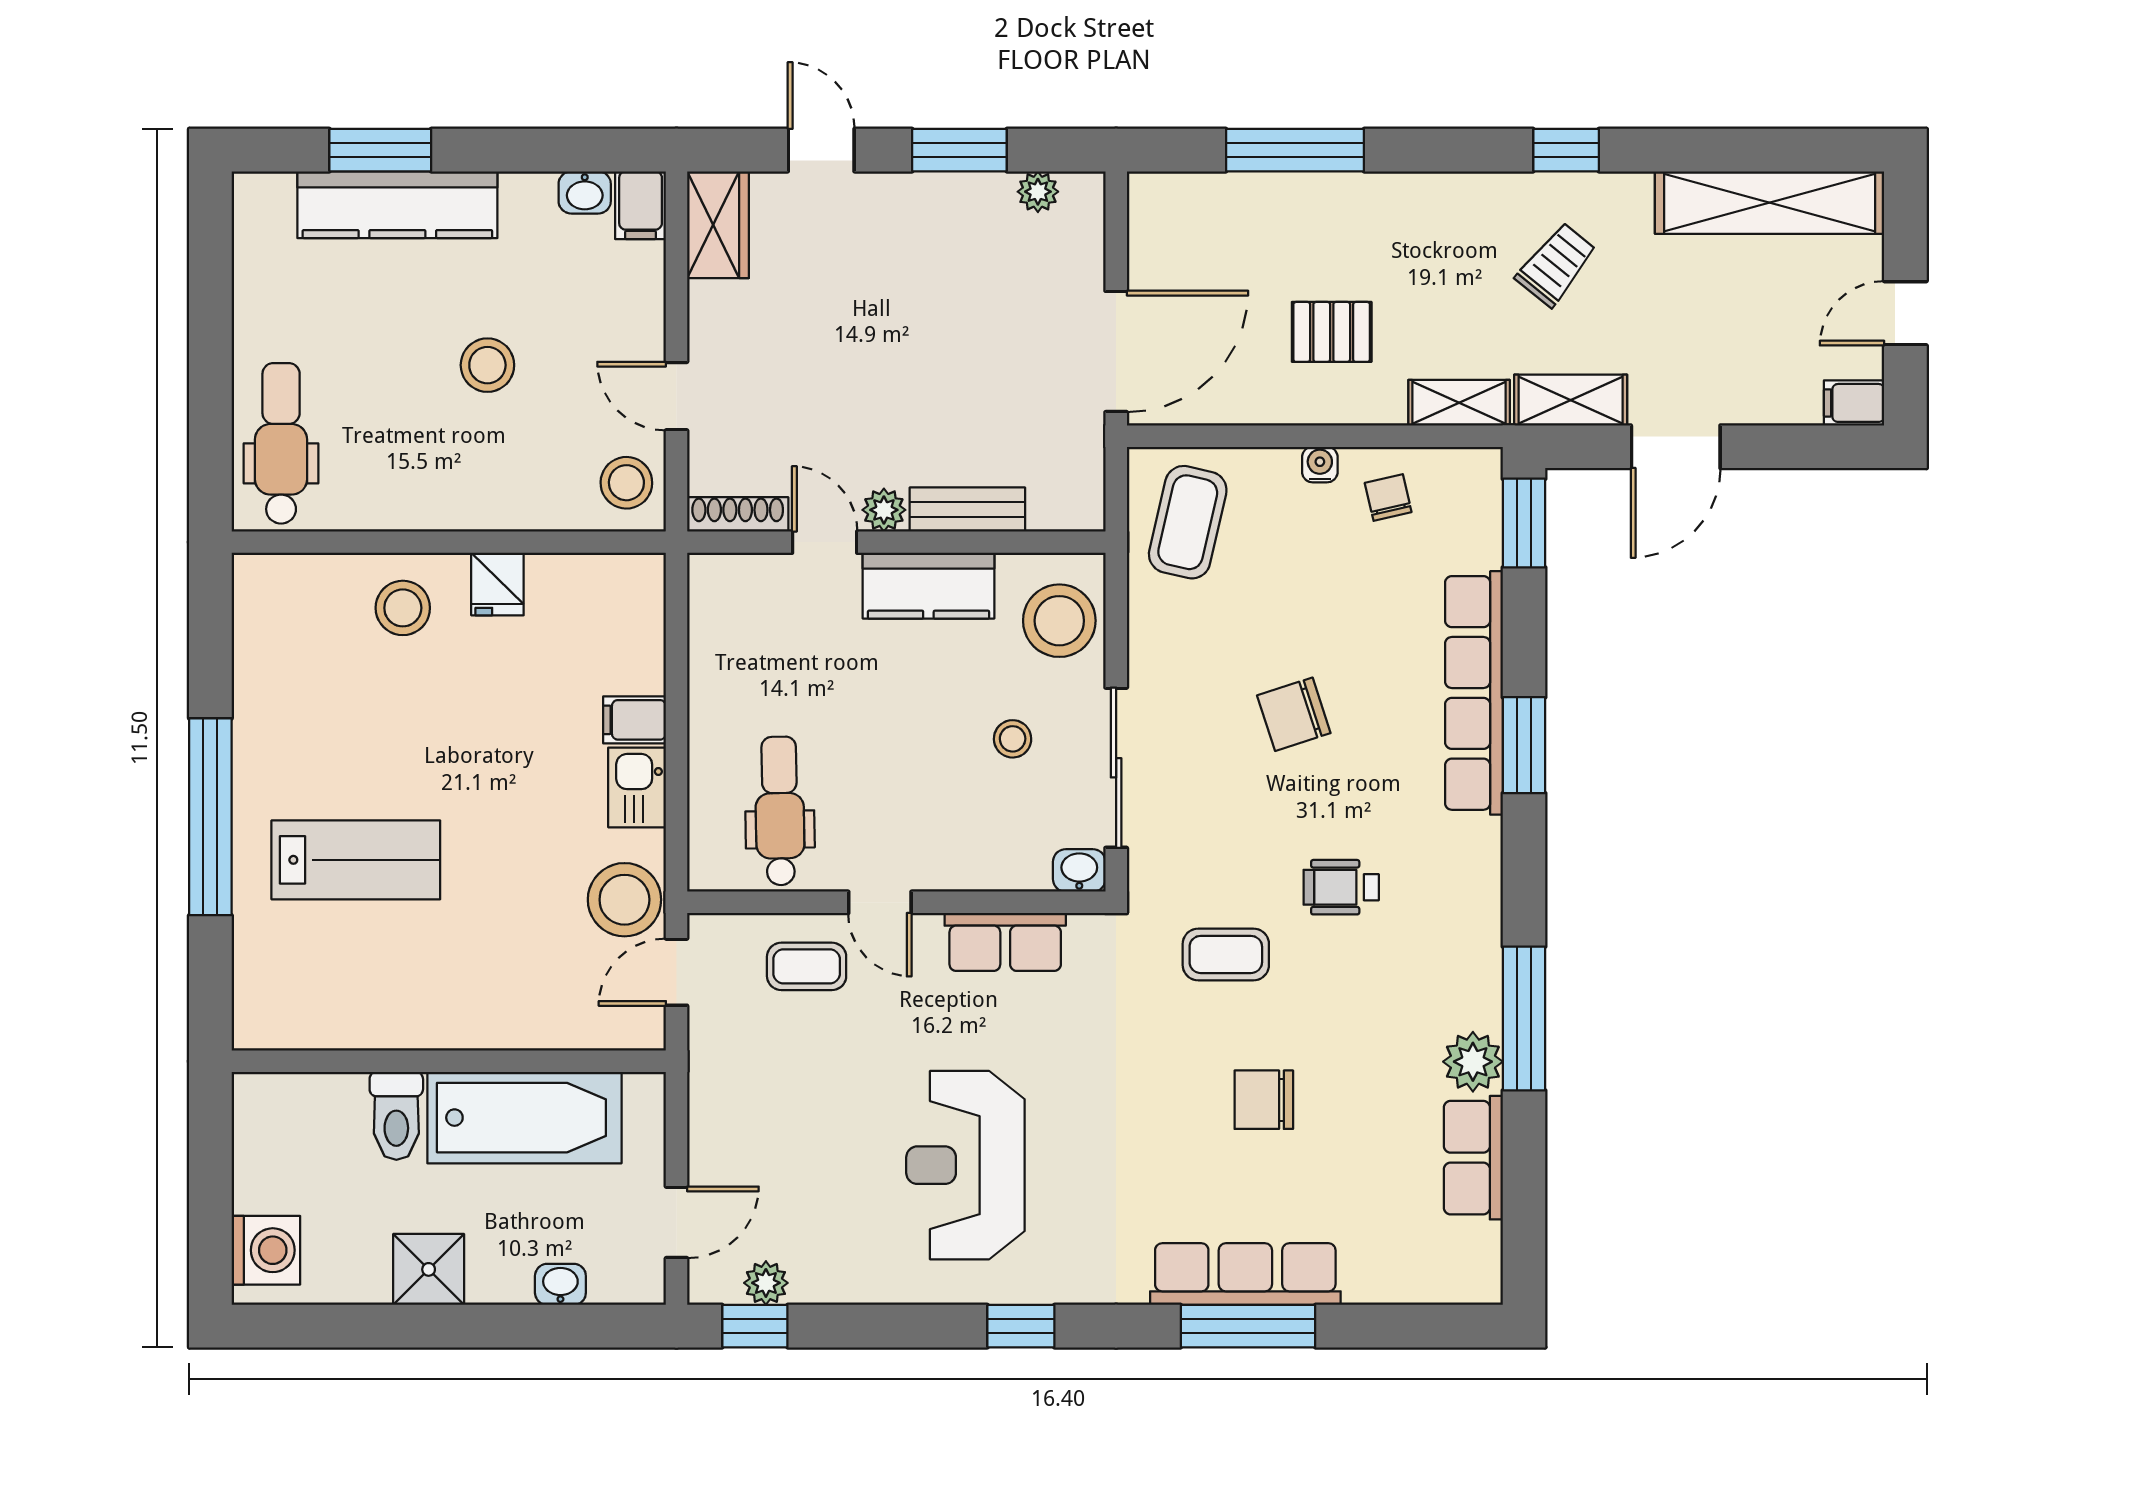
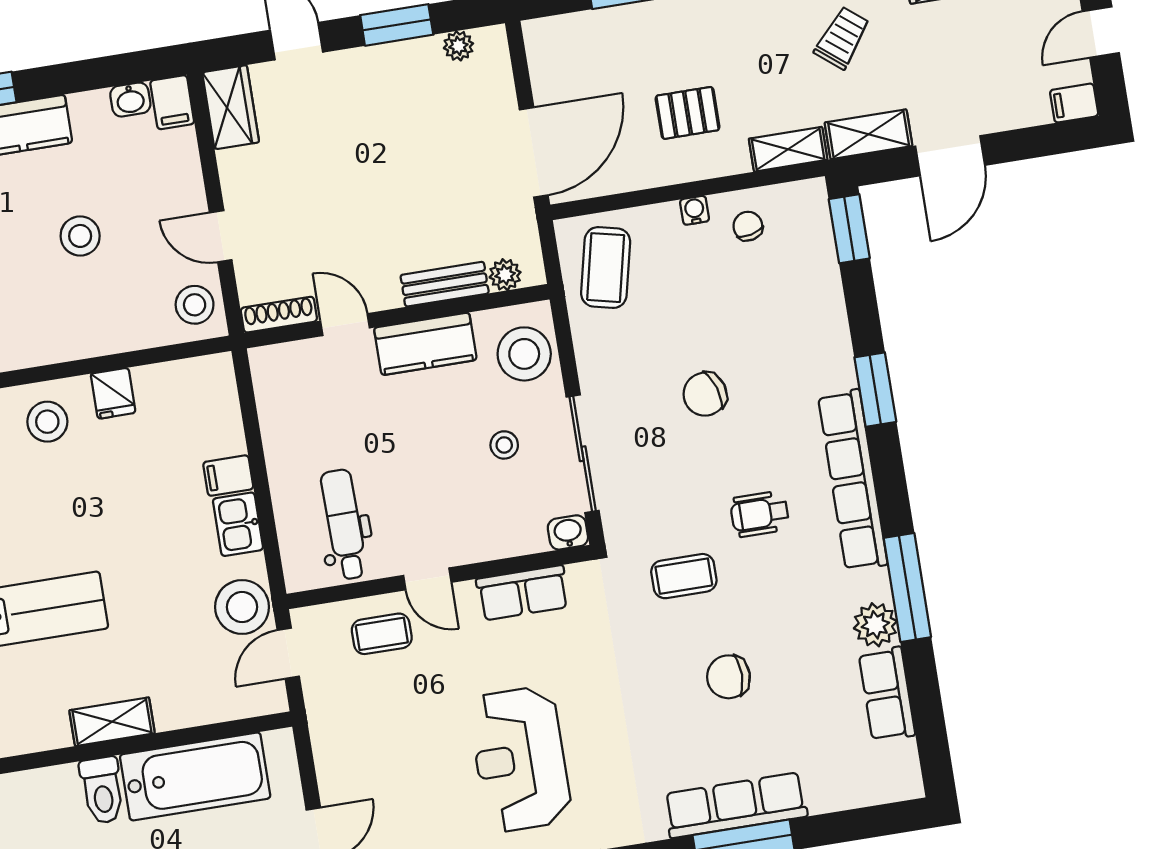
plant: (884, 510) -> (505, 275), moved
row of seats: (1474, 693) -> (853, 480), moved
shelving: (424, 1026) -> (112, 722), added

